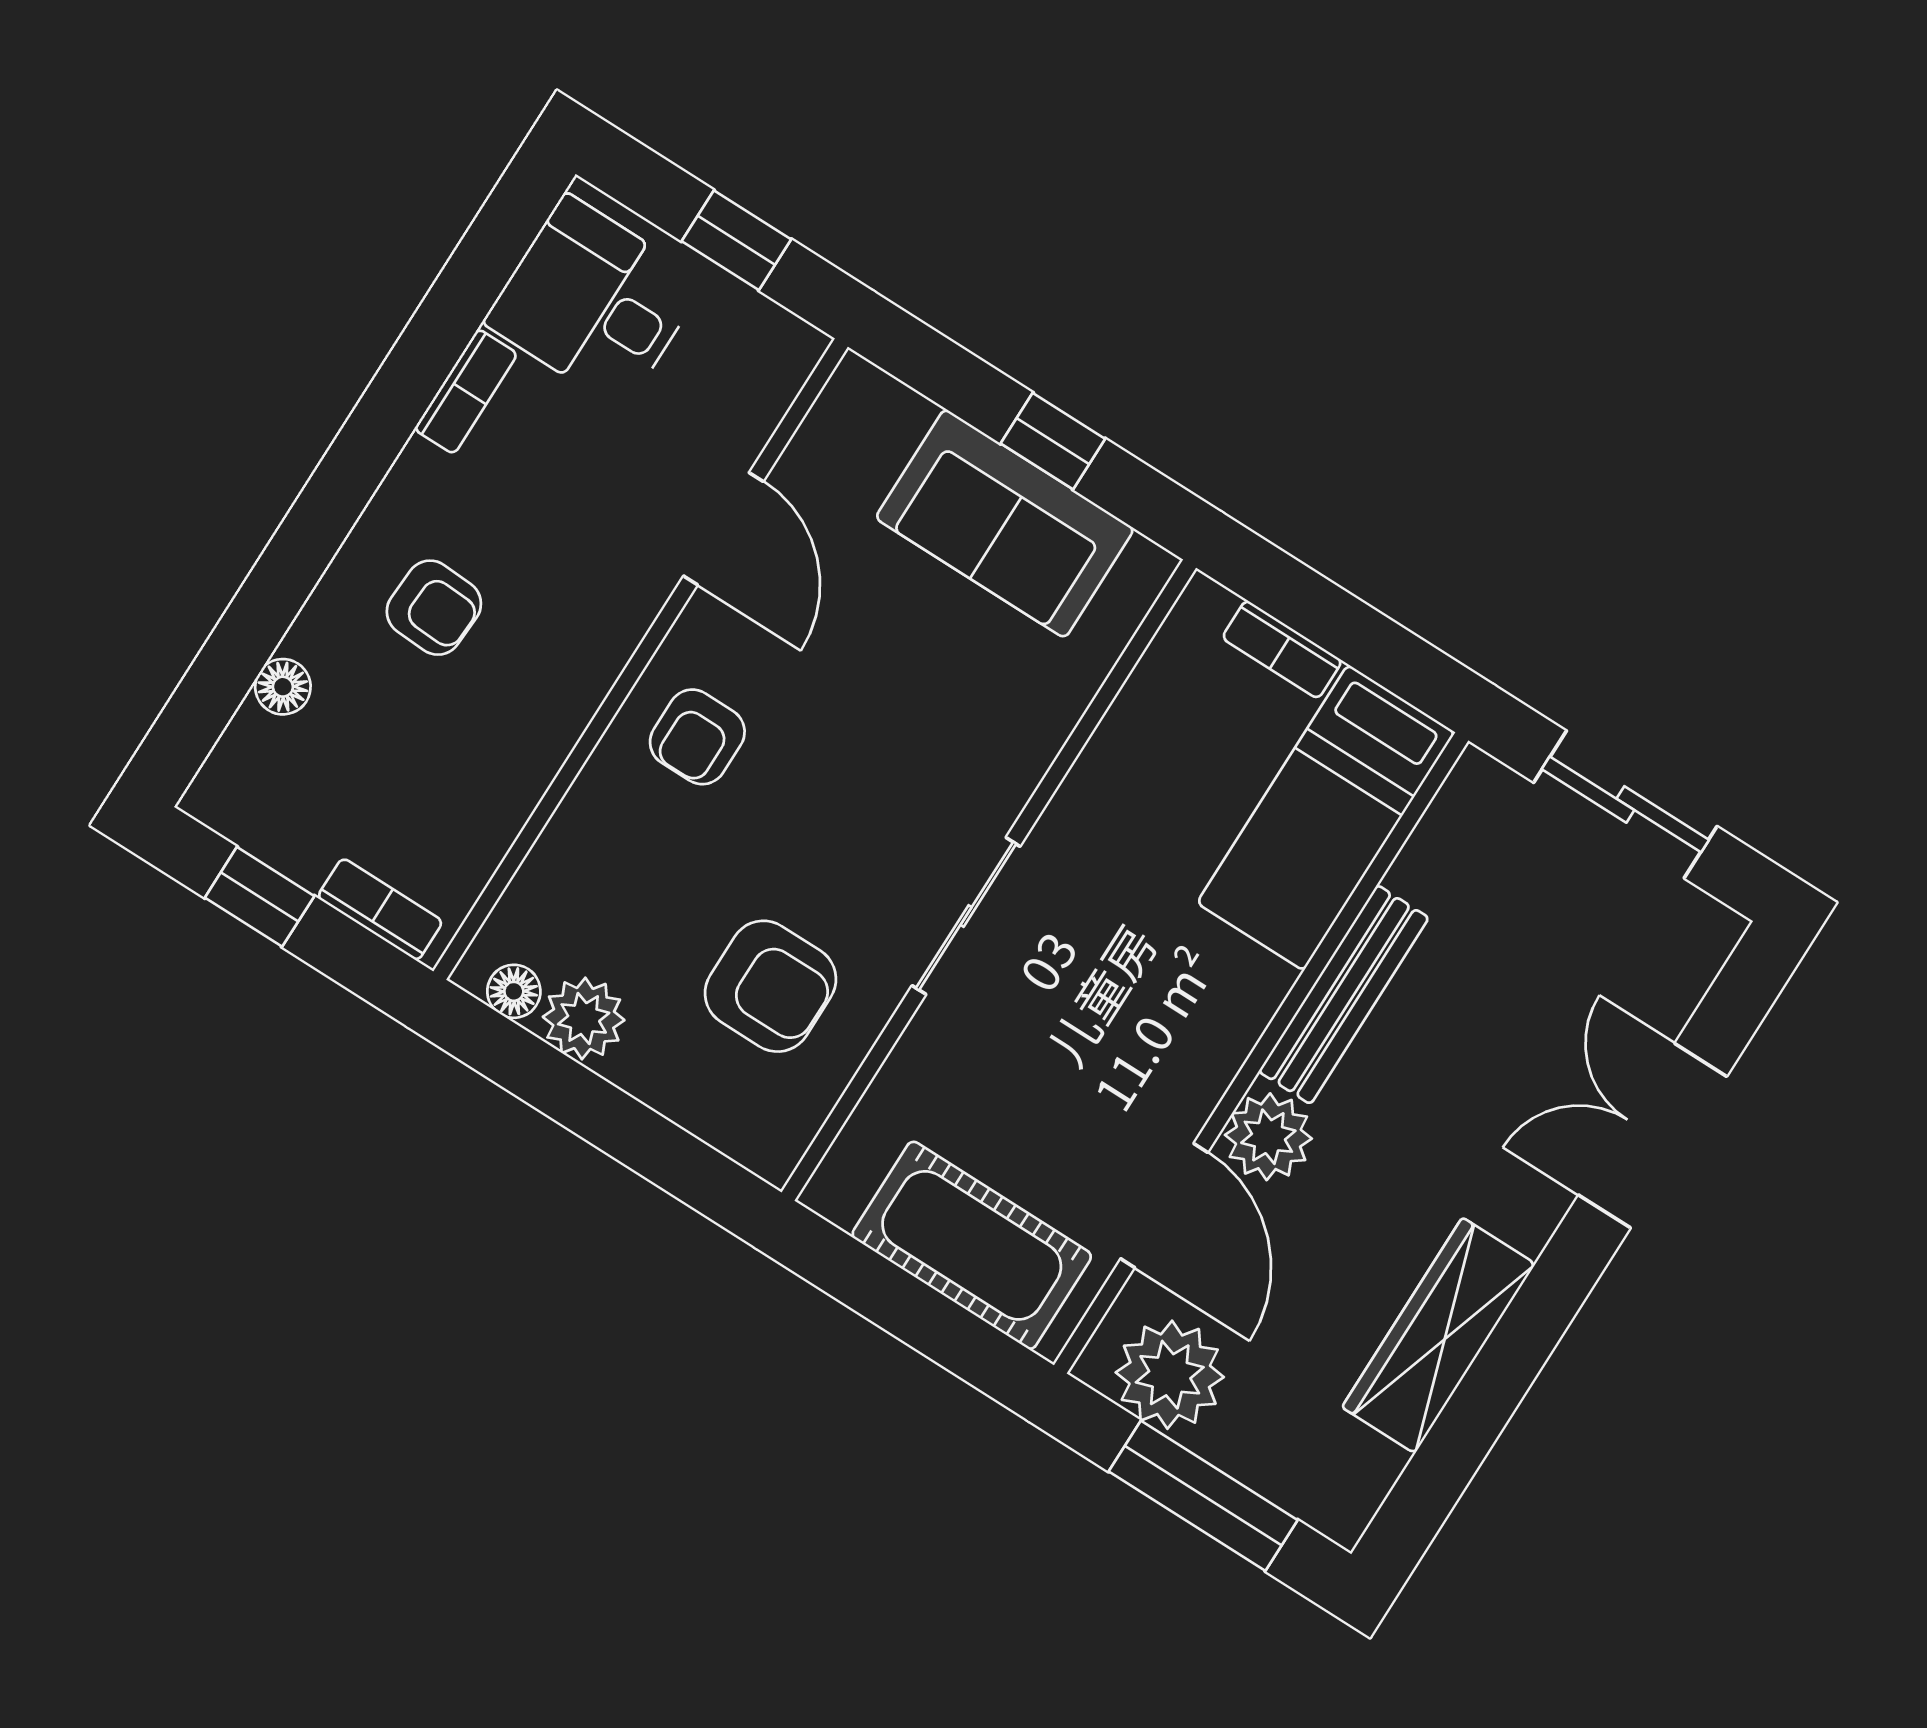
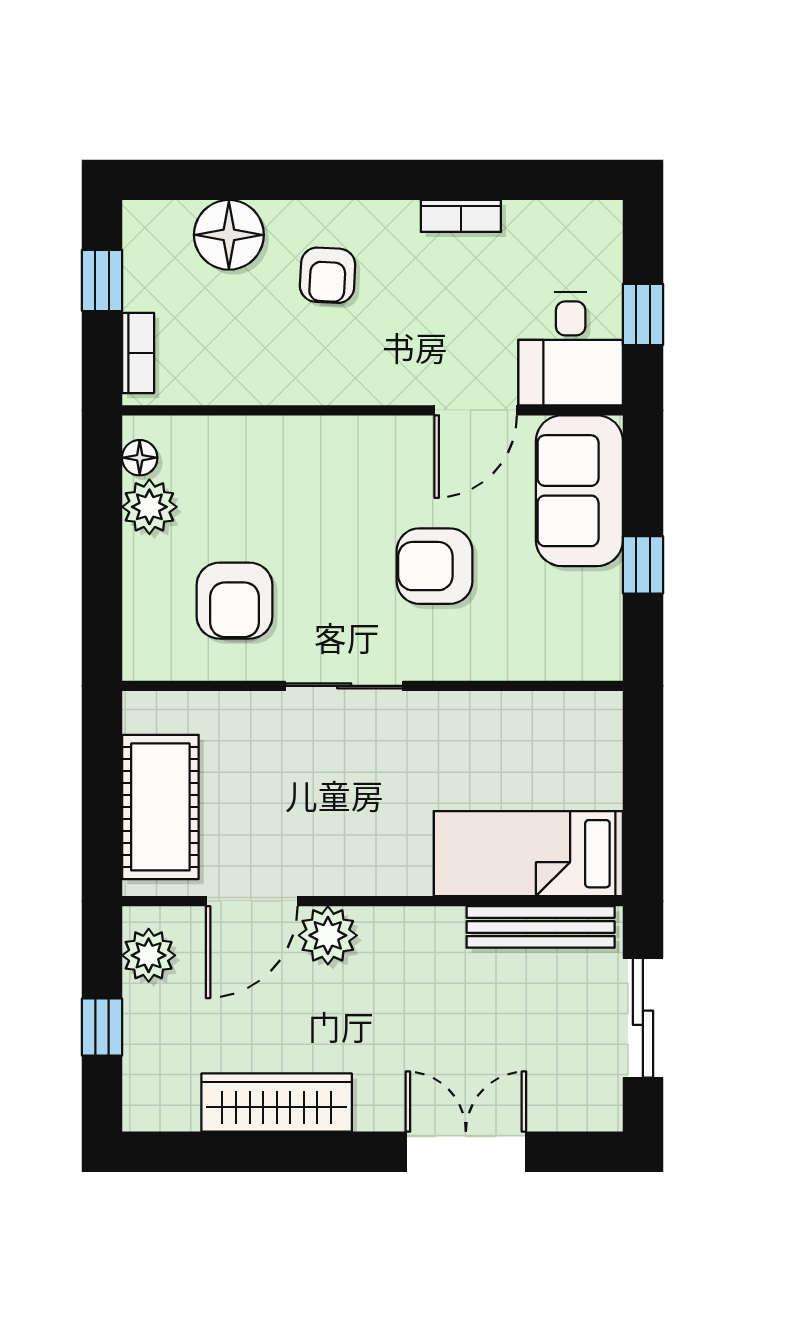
desk: (594, 302) -> (571, 349), moved, turned 180
sofa: (1005, 523) -> (579, 491), moved
bookcase: (1282, 649) -> (608, 769), removed
floor lamp: (283, 687) -> (229, 235), width x1.89, depth x1.89
armchair: (697, 737) -> (435, 566), moved, width x1.38, depth x1.38
bench: (1344, 995) -> (541, 927), moved
plant: (1170, 1375) -> (149, 955), width x0.73, depth x0.73
window: (1203, 1496) -> (102, 1027), width x0.46

